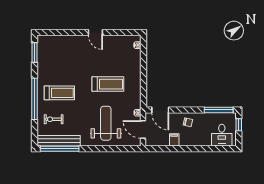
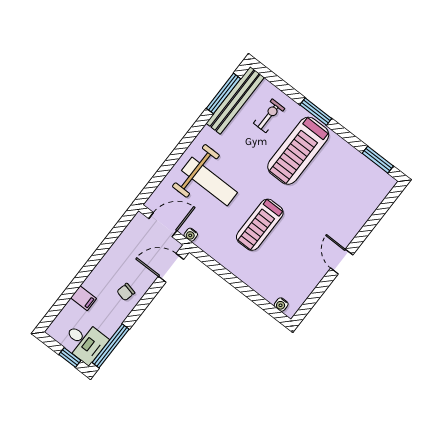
door: (95, 32) -> (342, 262), hinge flipped
treadmill: (59, 93) -> (298, 151), width x1.37, depth x1.38
window: (35, 99) -> (316, 112), width x0.47
desk: (222, 135) -> (85, 342), moved, turned 180
filing cabinet: (174, 140) -> (84, 298), moved
window: (60, 149) -> (223, 93), width x0.68

